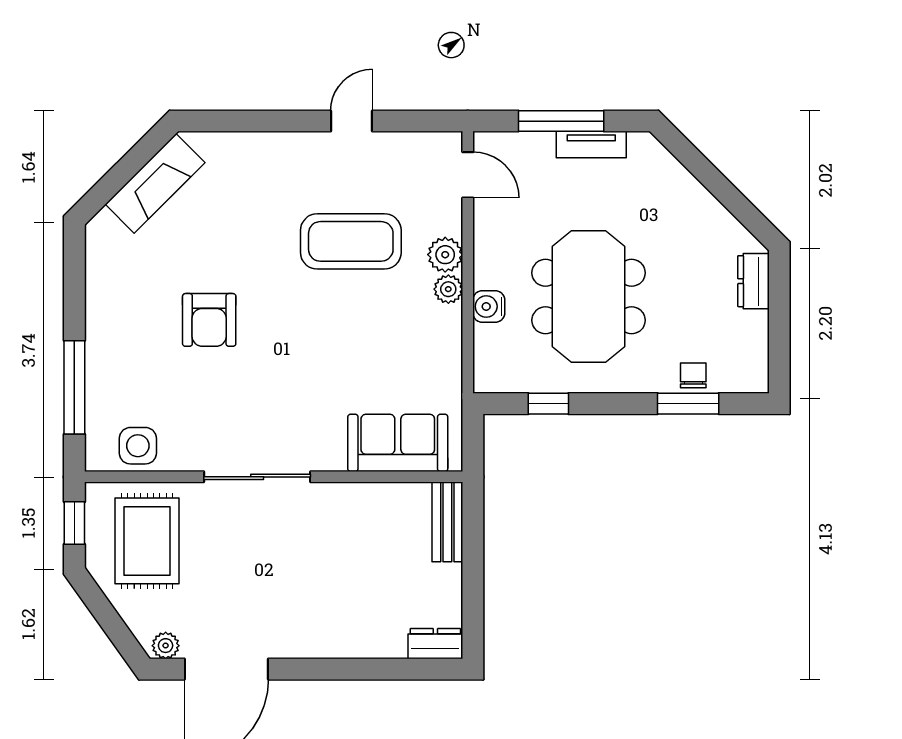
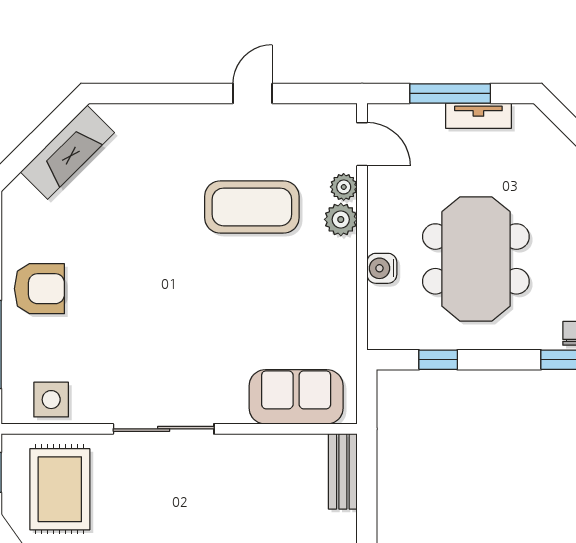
plant: (448, 289) -> (344, 187), moved
armchair: (209, 320) -> (39, 289), moved, turned -90

